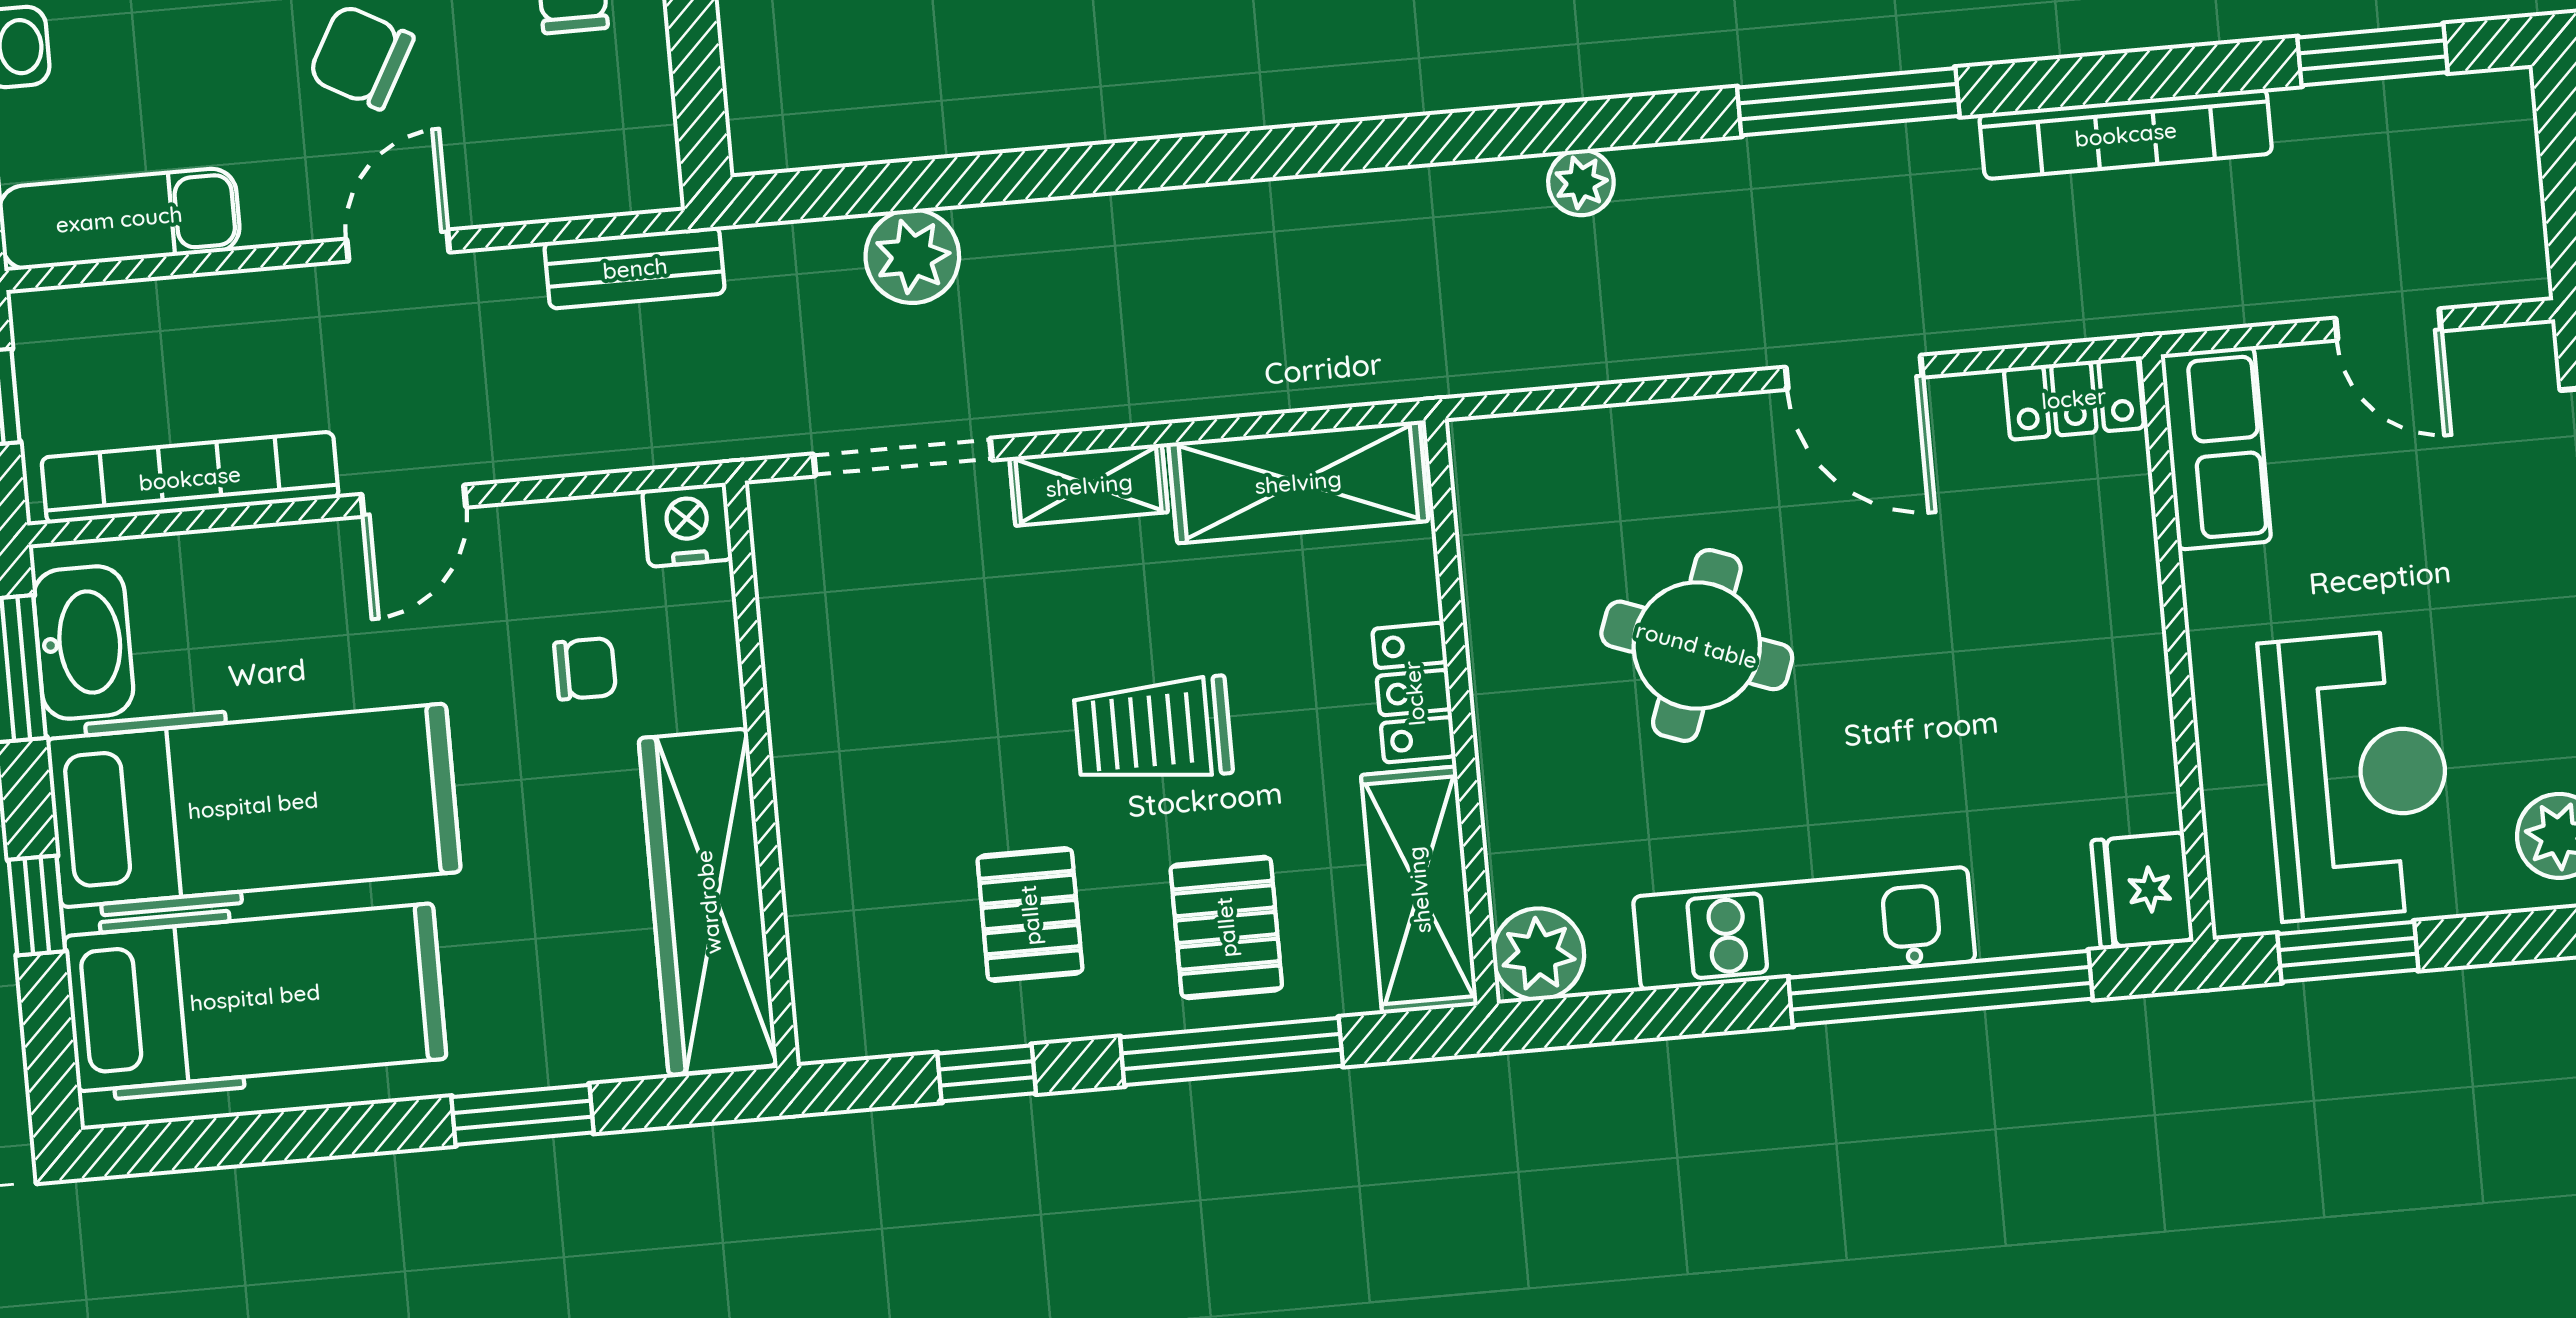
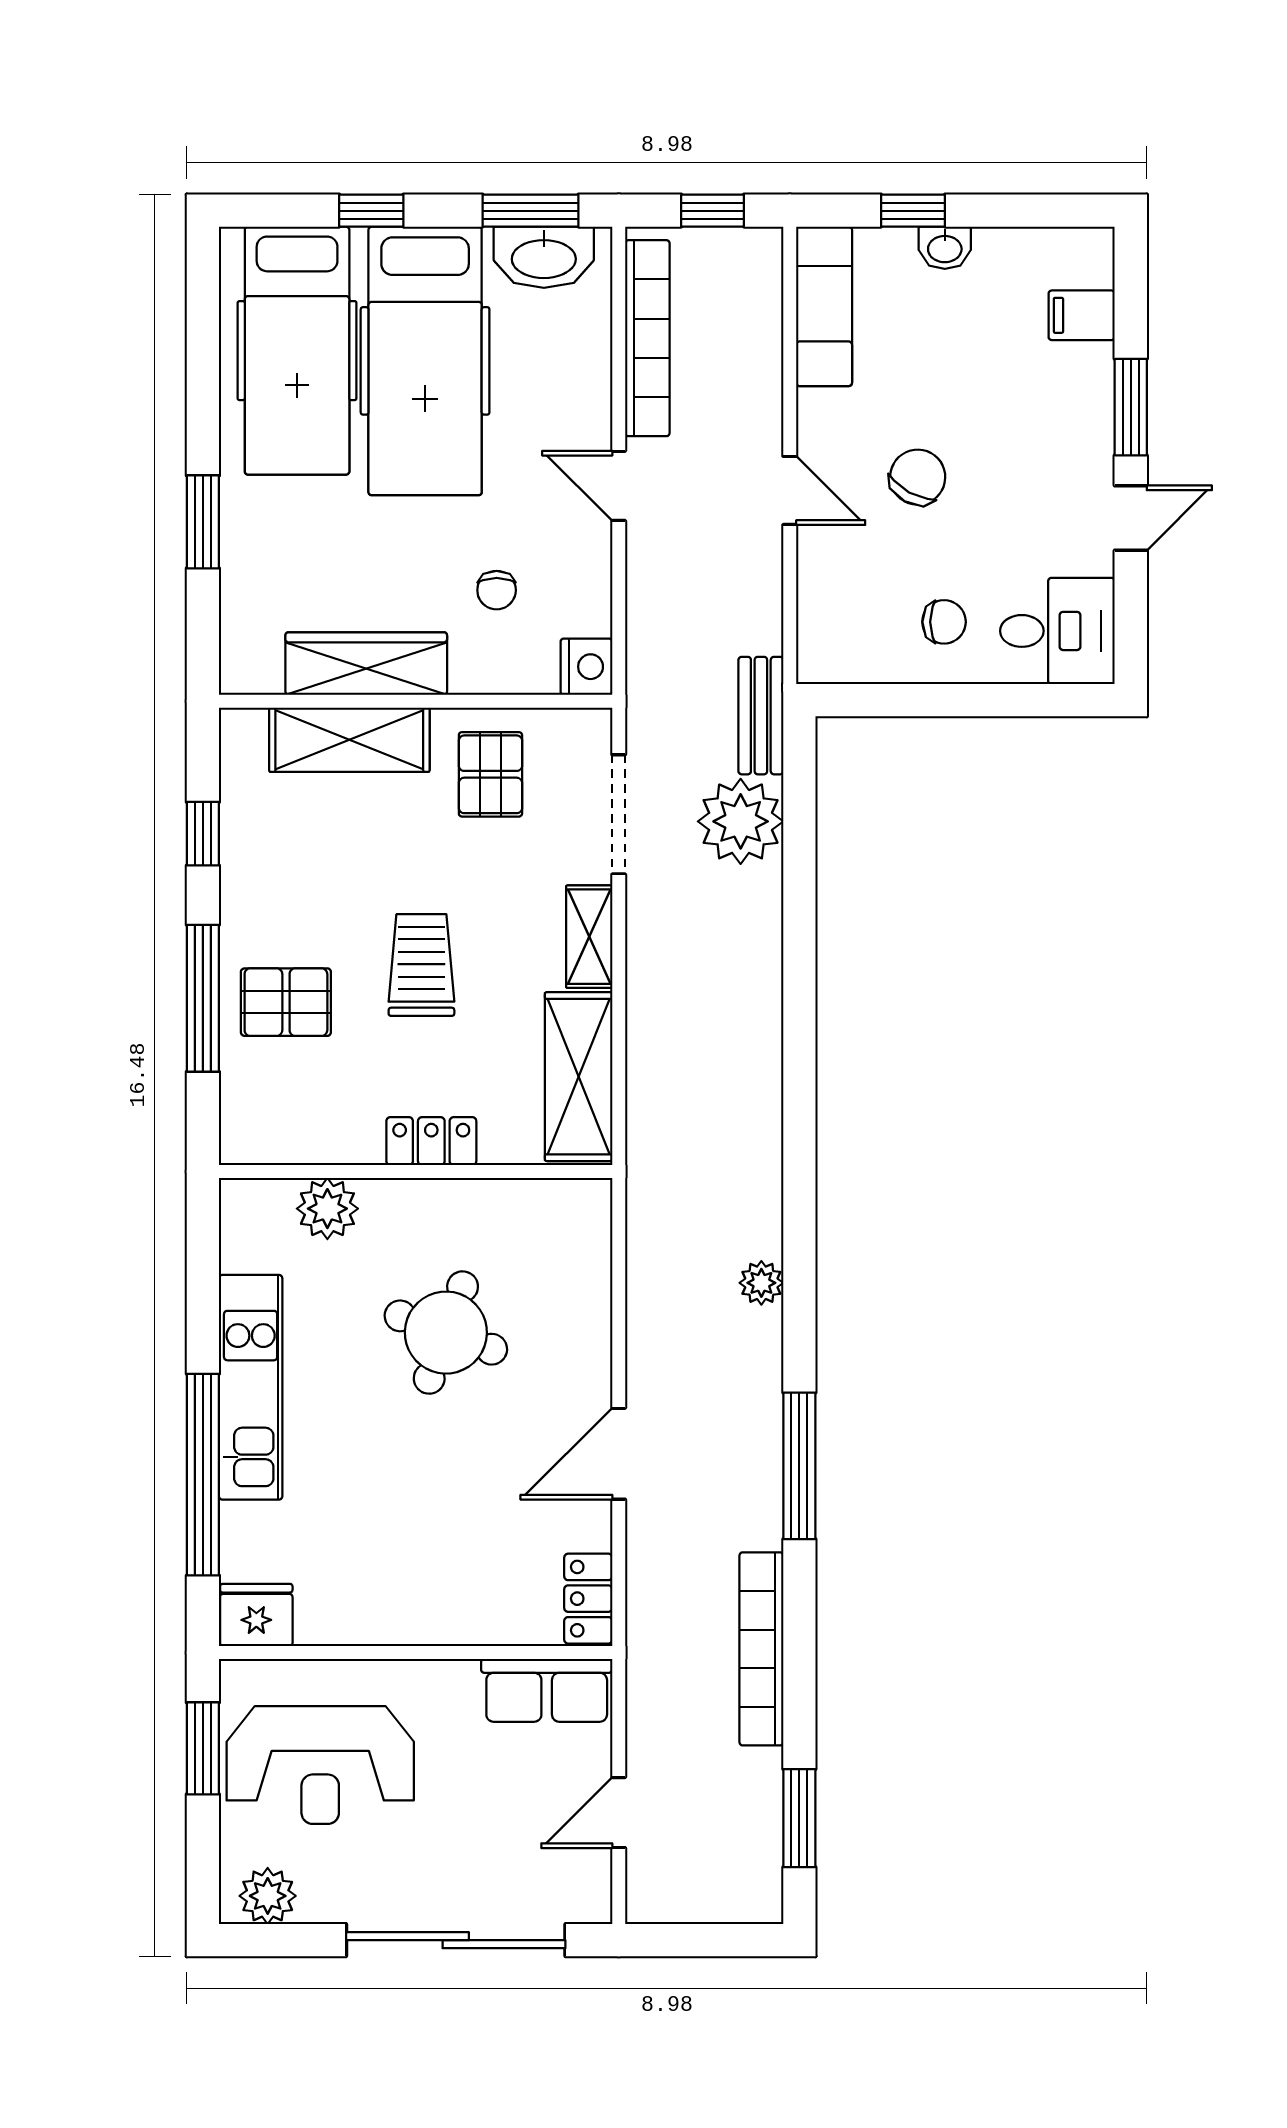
plant: (912, 256) -> (741, 821), width x1.36, depth x1.36
bench: (635, 268) -> (761, 716), moved
shelving: (1419, 890) -> (349, 740), moved
wardrobe: (708, 902) -> (366, 664), width x0.71, depth x0.85
pallet: (1030, 915) -> (490, 774), moved, turned 90
plant: (1538, 954) -> (327, 1209), moved

